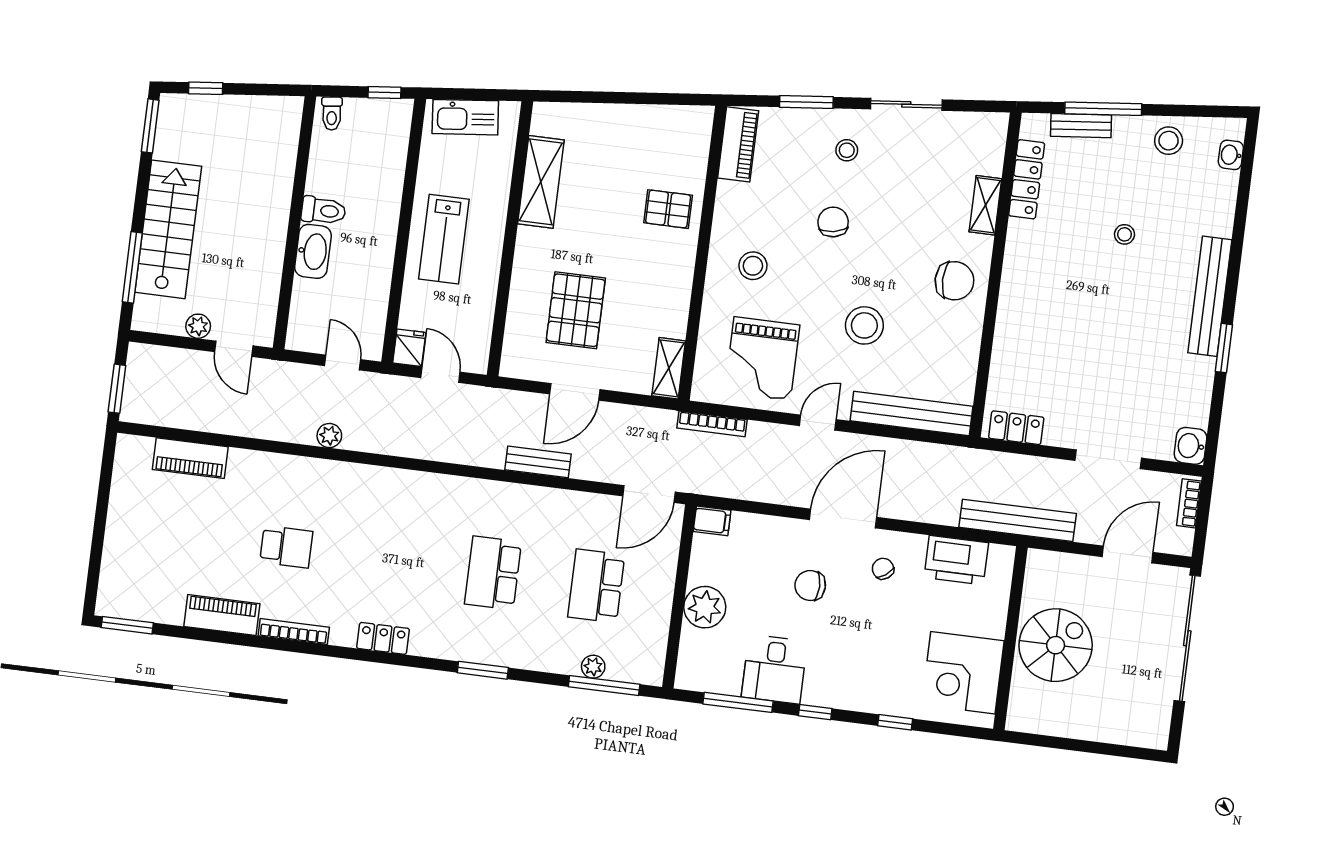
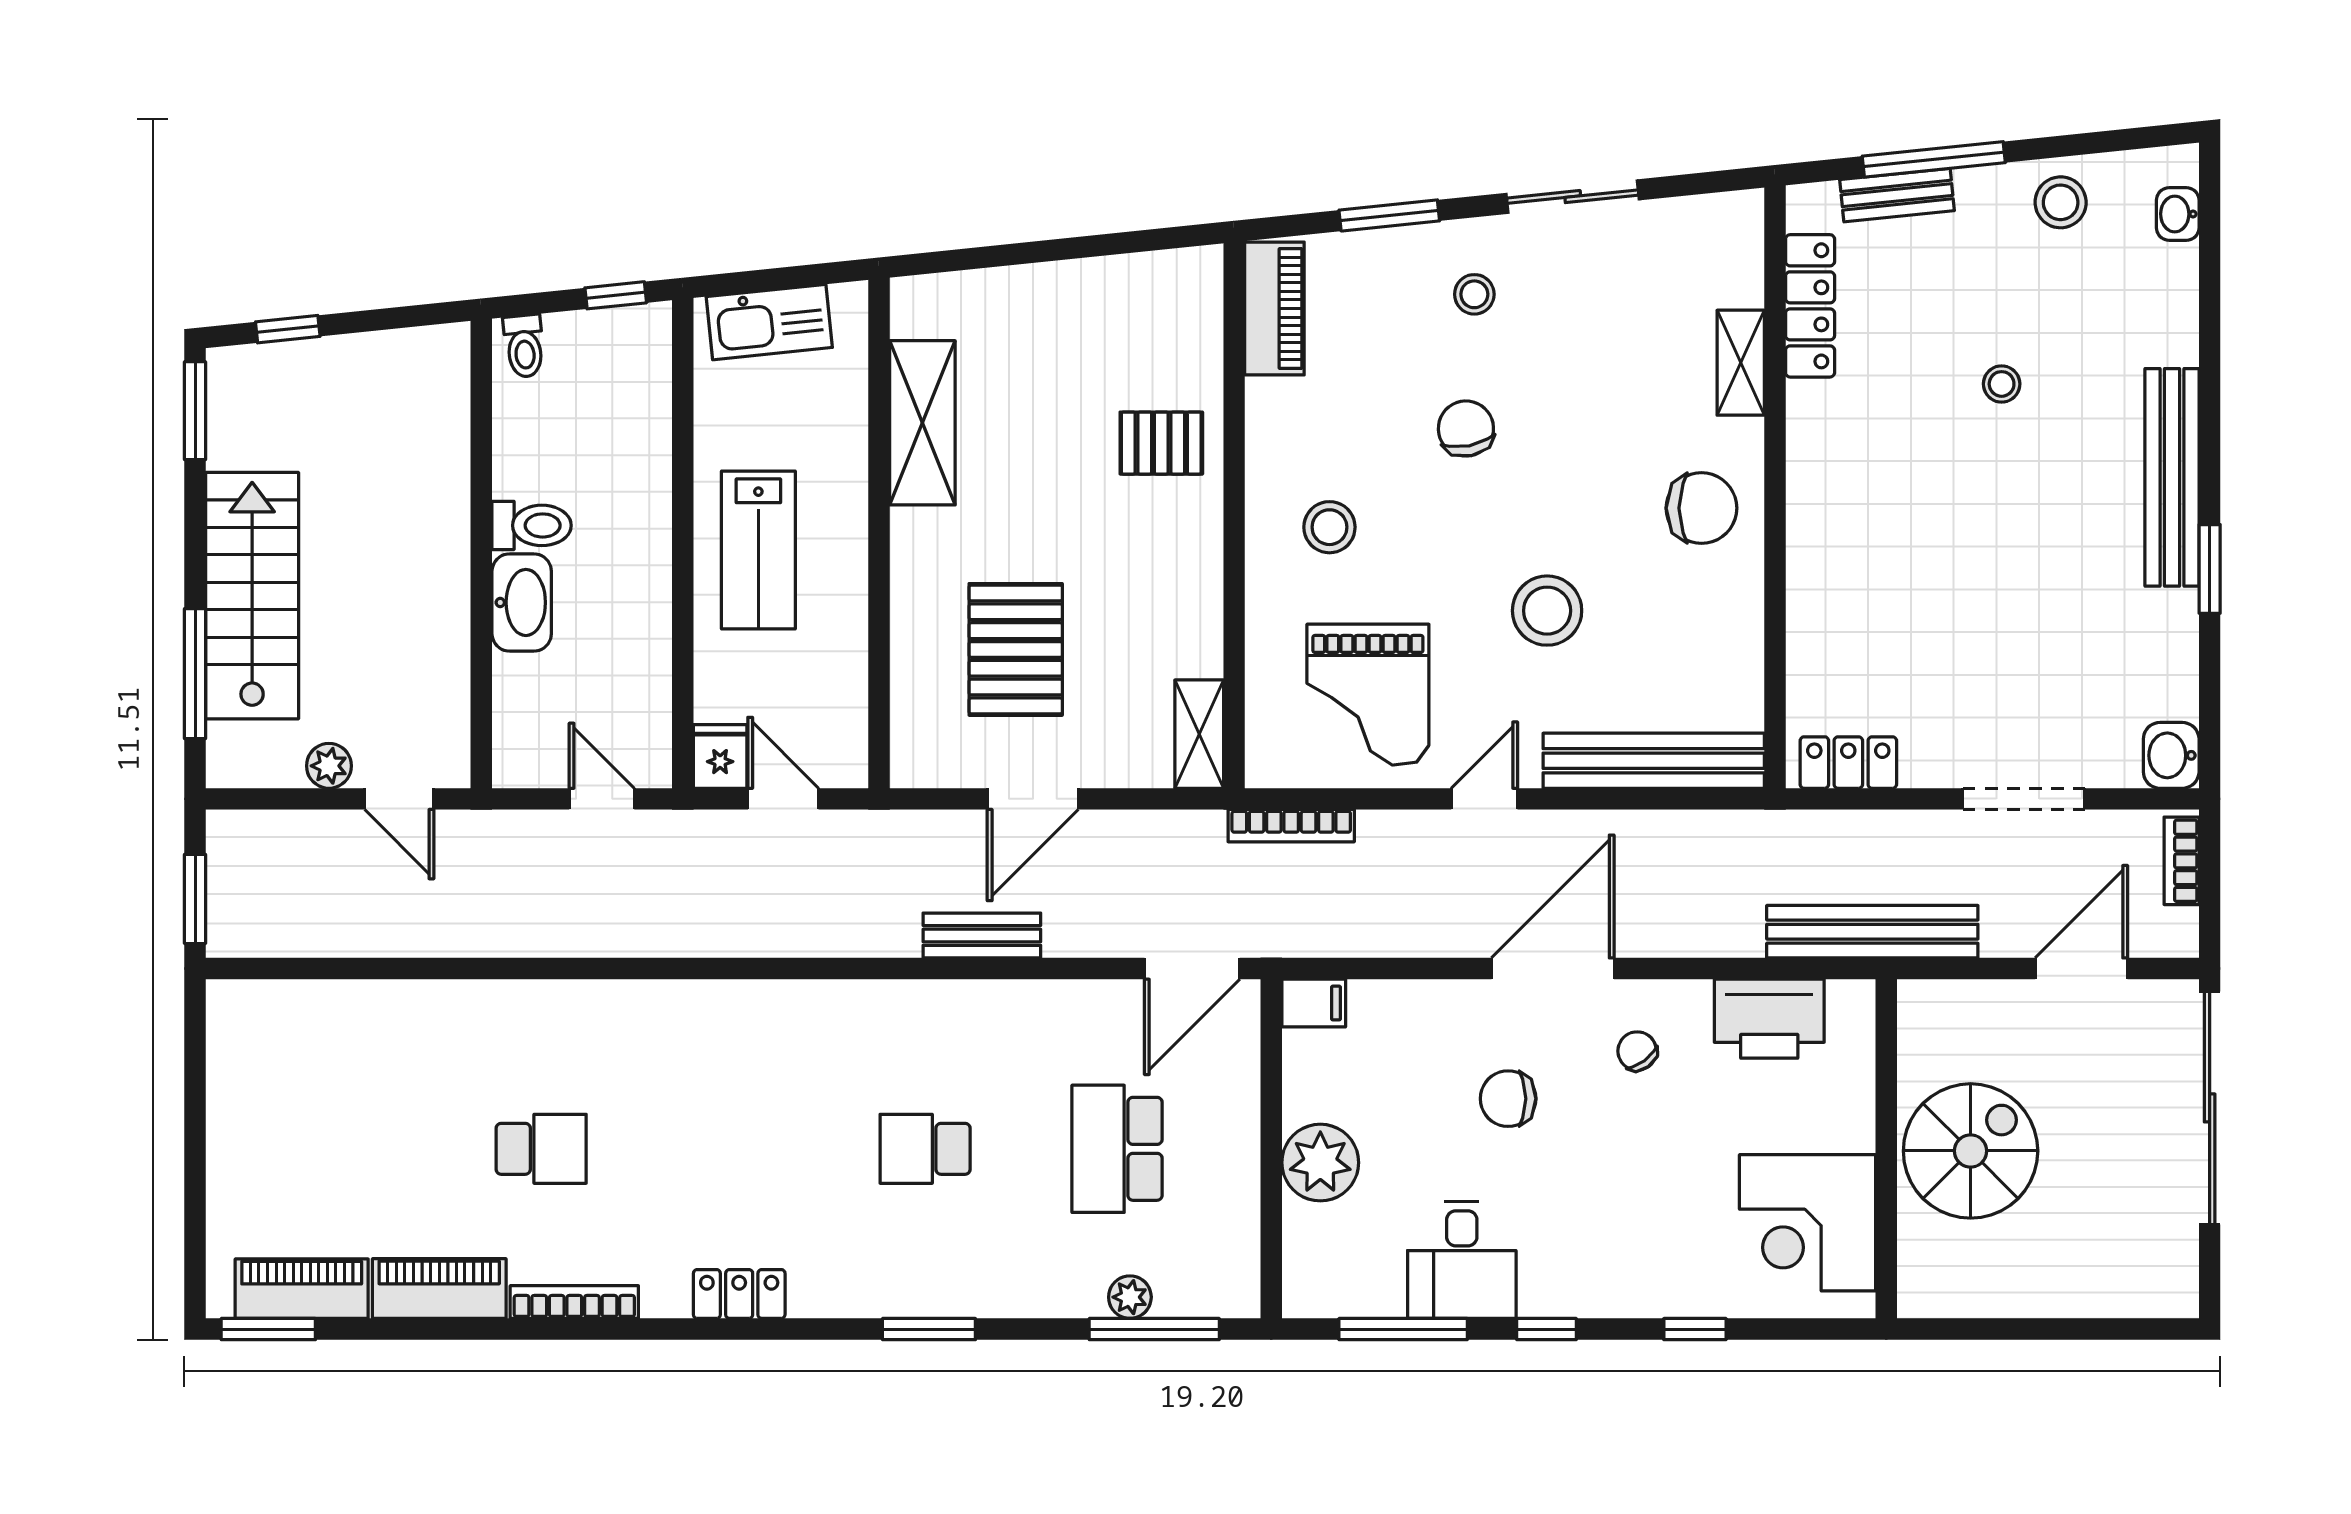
plant: (329, 436) -> (594, 936), removed
piano: (190, 458) -> (302, 1289), moved, turned 180
school desk: (493, 573) -> (925, 1149), width x0.54

